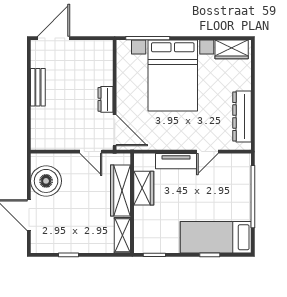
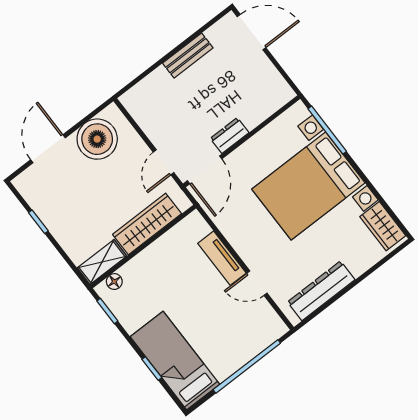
wardrobe: (144, 188) -> (168, 246), removed
floor lamp: (140, 237) -> (114, 282), added

